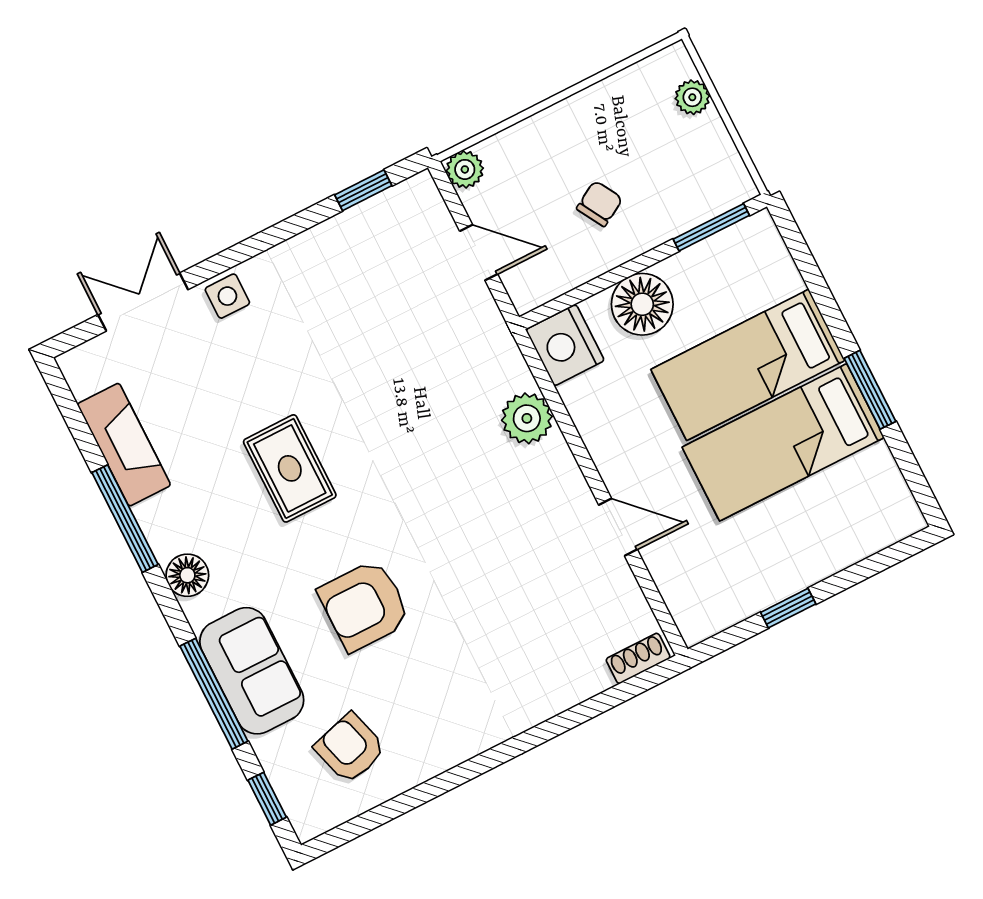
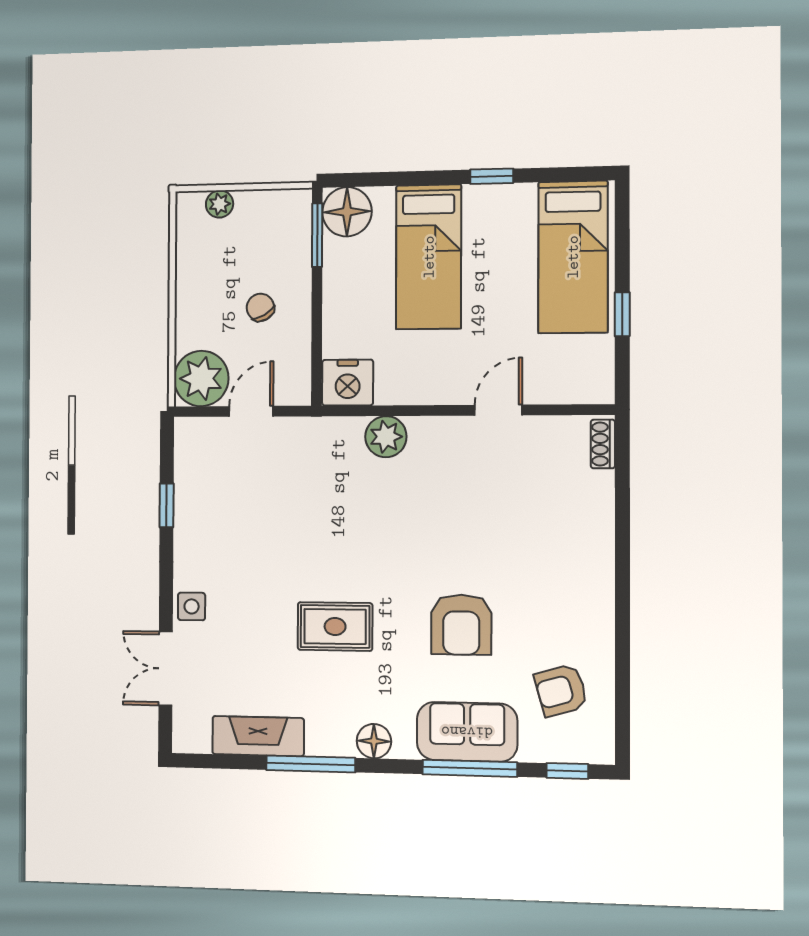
plant: (465, 169) -> (201, 379), width x1.87, depth x1.87
window: (363, 190) -> (167, 505), moved
floor lamp: (642, 304) -> (347, 212), moved
window: (870, 390) -> (492, 176), width x0.67
bed: (783, 442) -> (573, 257), moved

